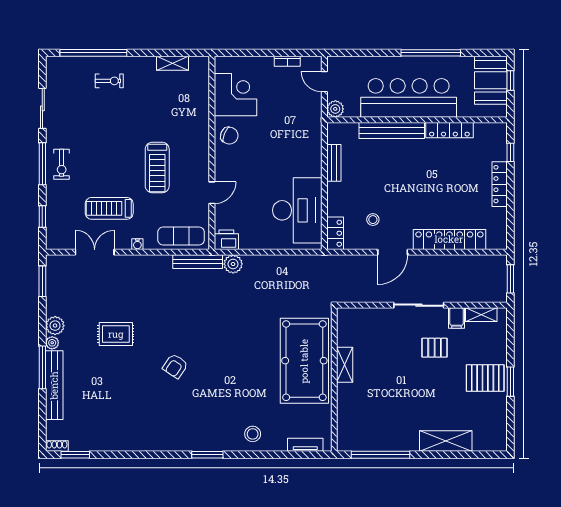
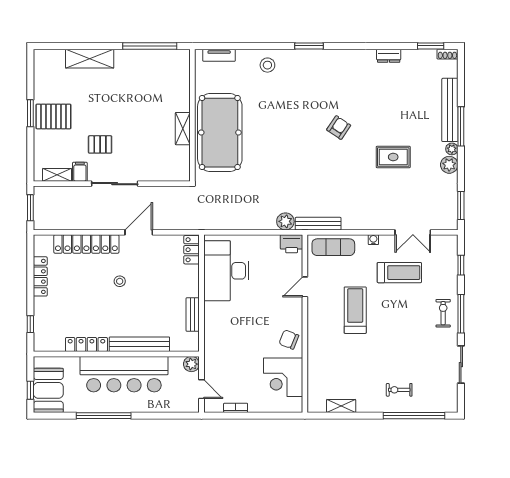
locker: (500, 184) -> (40, 276), moved
stool: (373, 220) -> (120, 281), moved
dresser: (121, 444) -> (389, 56), added

